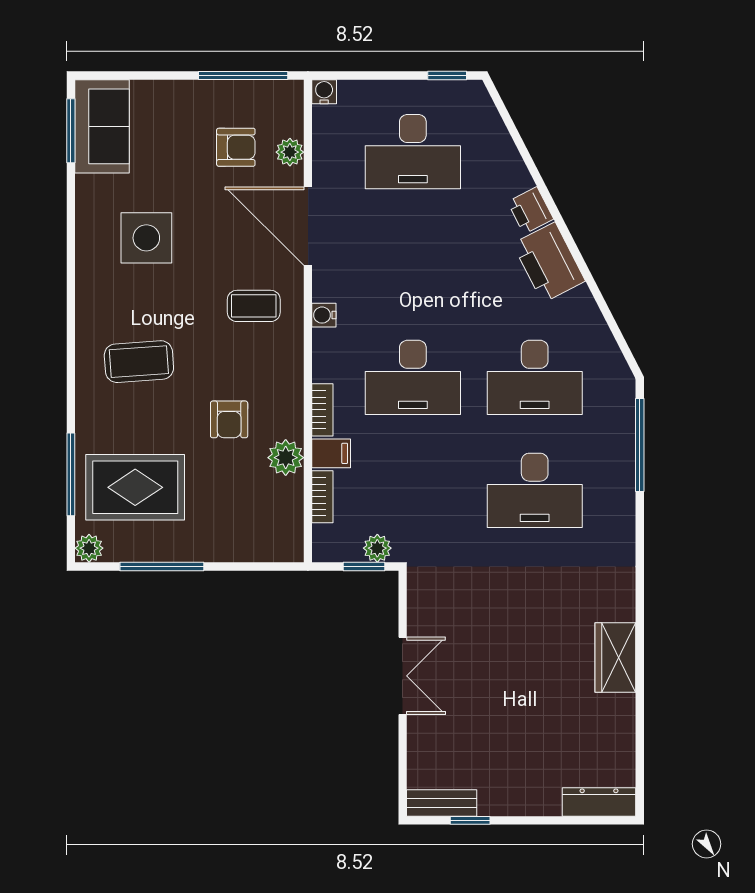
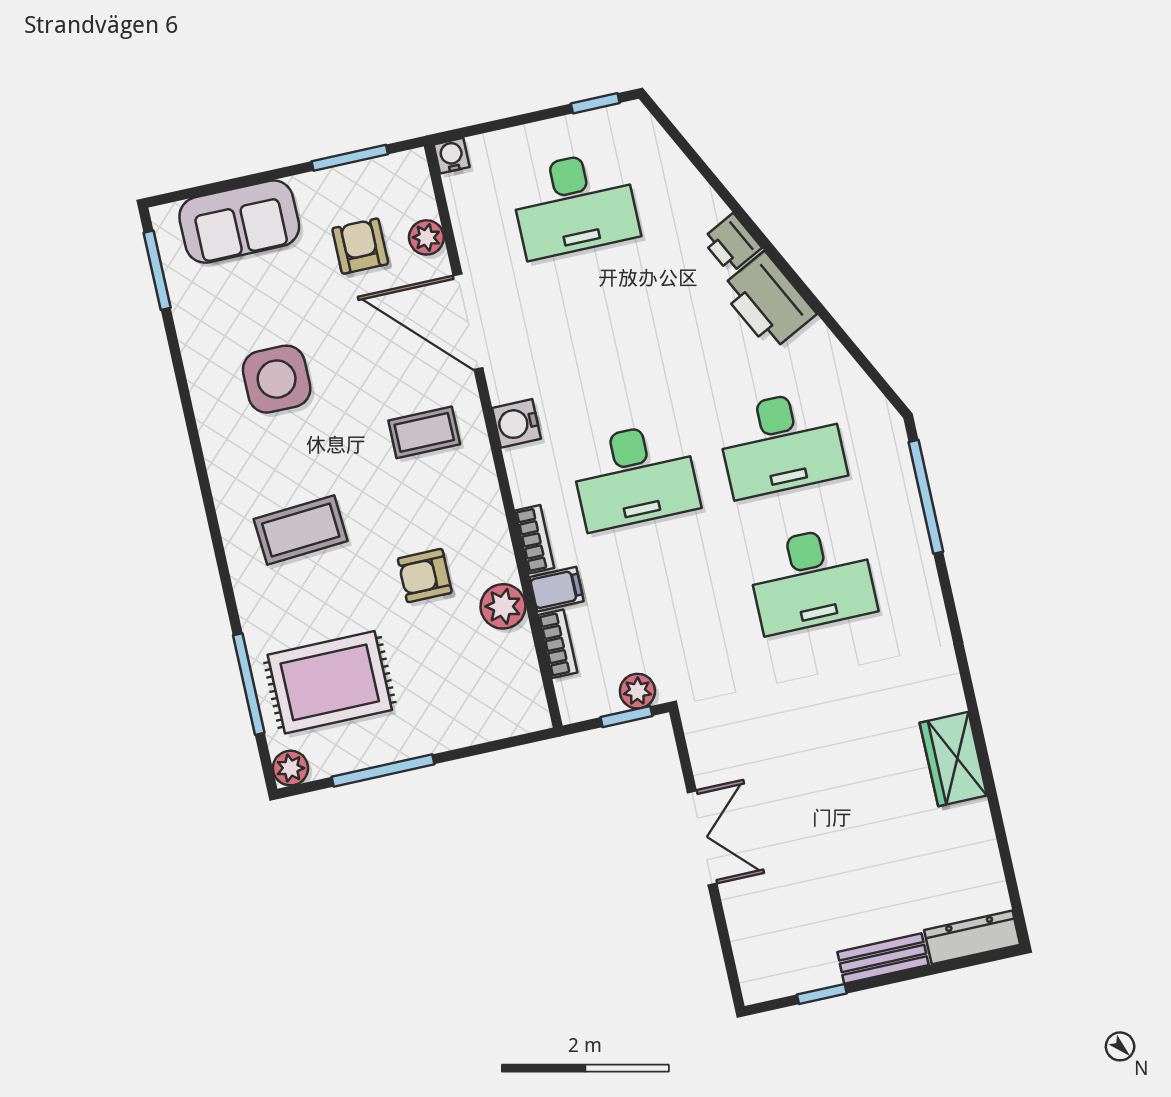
window: (243, 75) -> (350, 158), width x0.69
sofa: (102, 126) -> (239, 222), moved, turned 90
armchair: (236, 147) -> (360, 246), turned -90
water cooler: (324, 315) -> (517, 423), width x1.38, depth x1.38
armchair: (229, 419) -> (425, 576), turned 90
bench: (442, 803) -> (883, 958), moved

